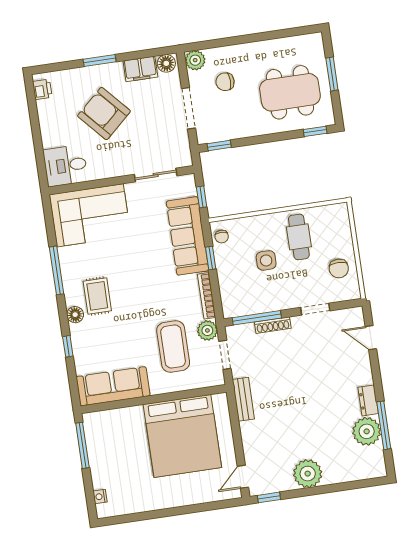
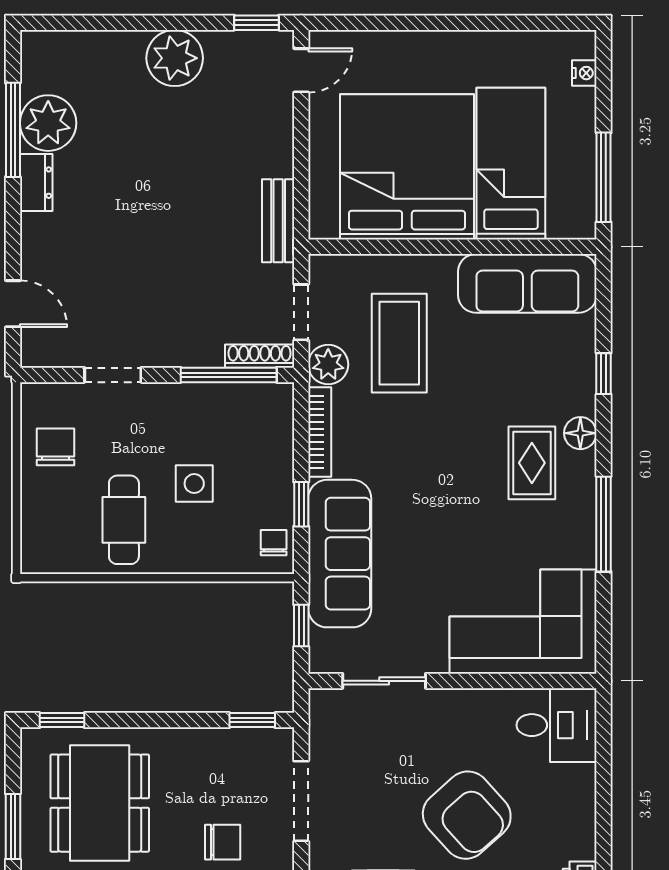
dining table: (290, 92) -> (100, 803), turned 90
shoe rack: (273, 325) -> (260, 356), moved
bed: (130, 445) -> (511, 164), added

